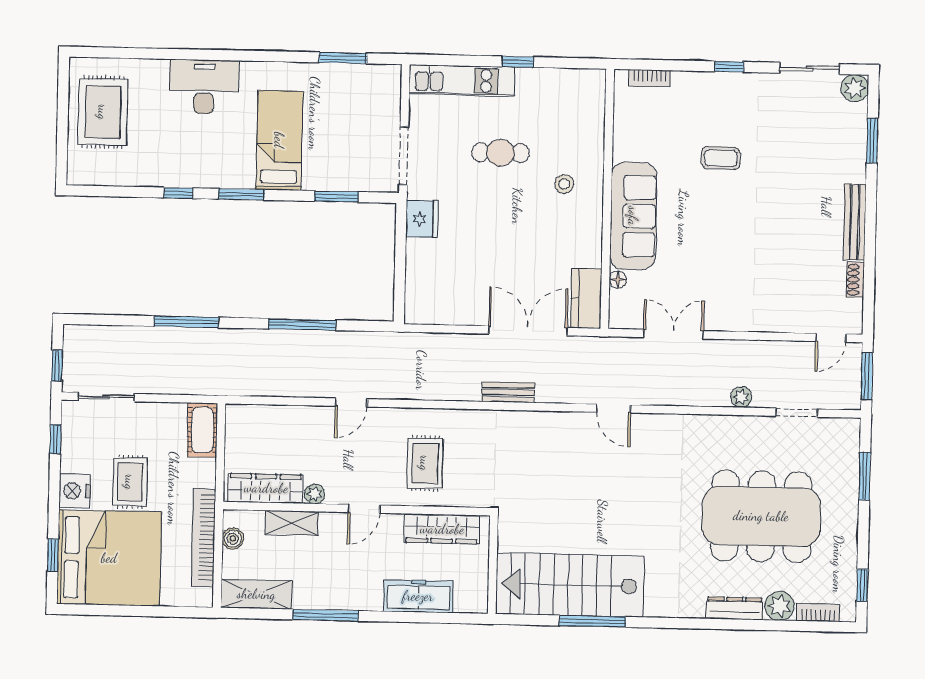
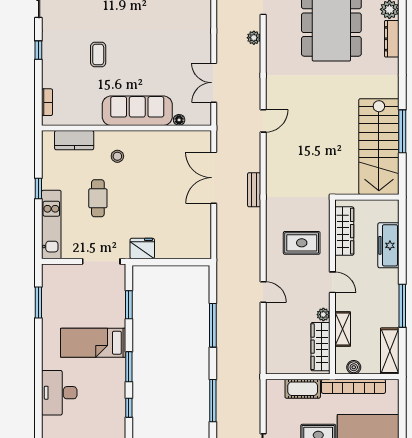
kitchen counter: (586, 299) -> (74, 140), moved
cot: (202, 430) -> (303, 389), moved

